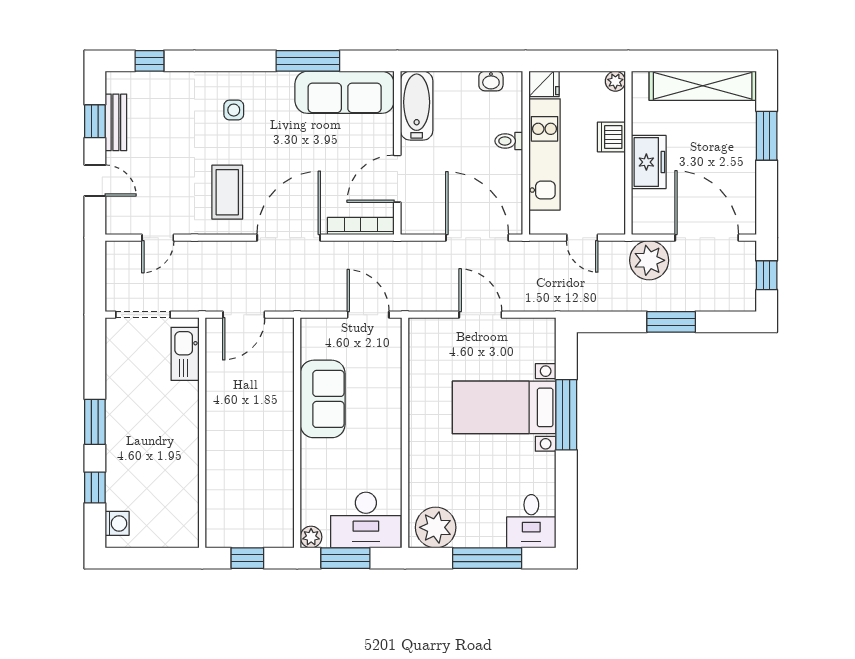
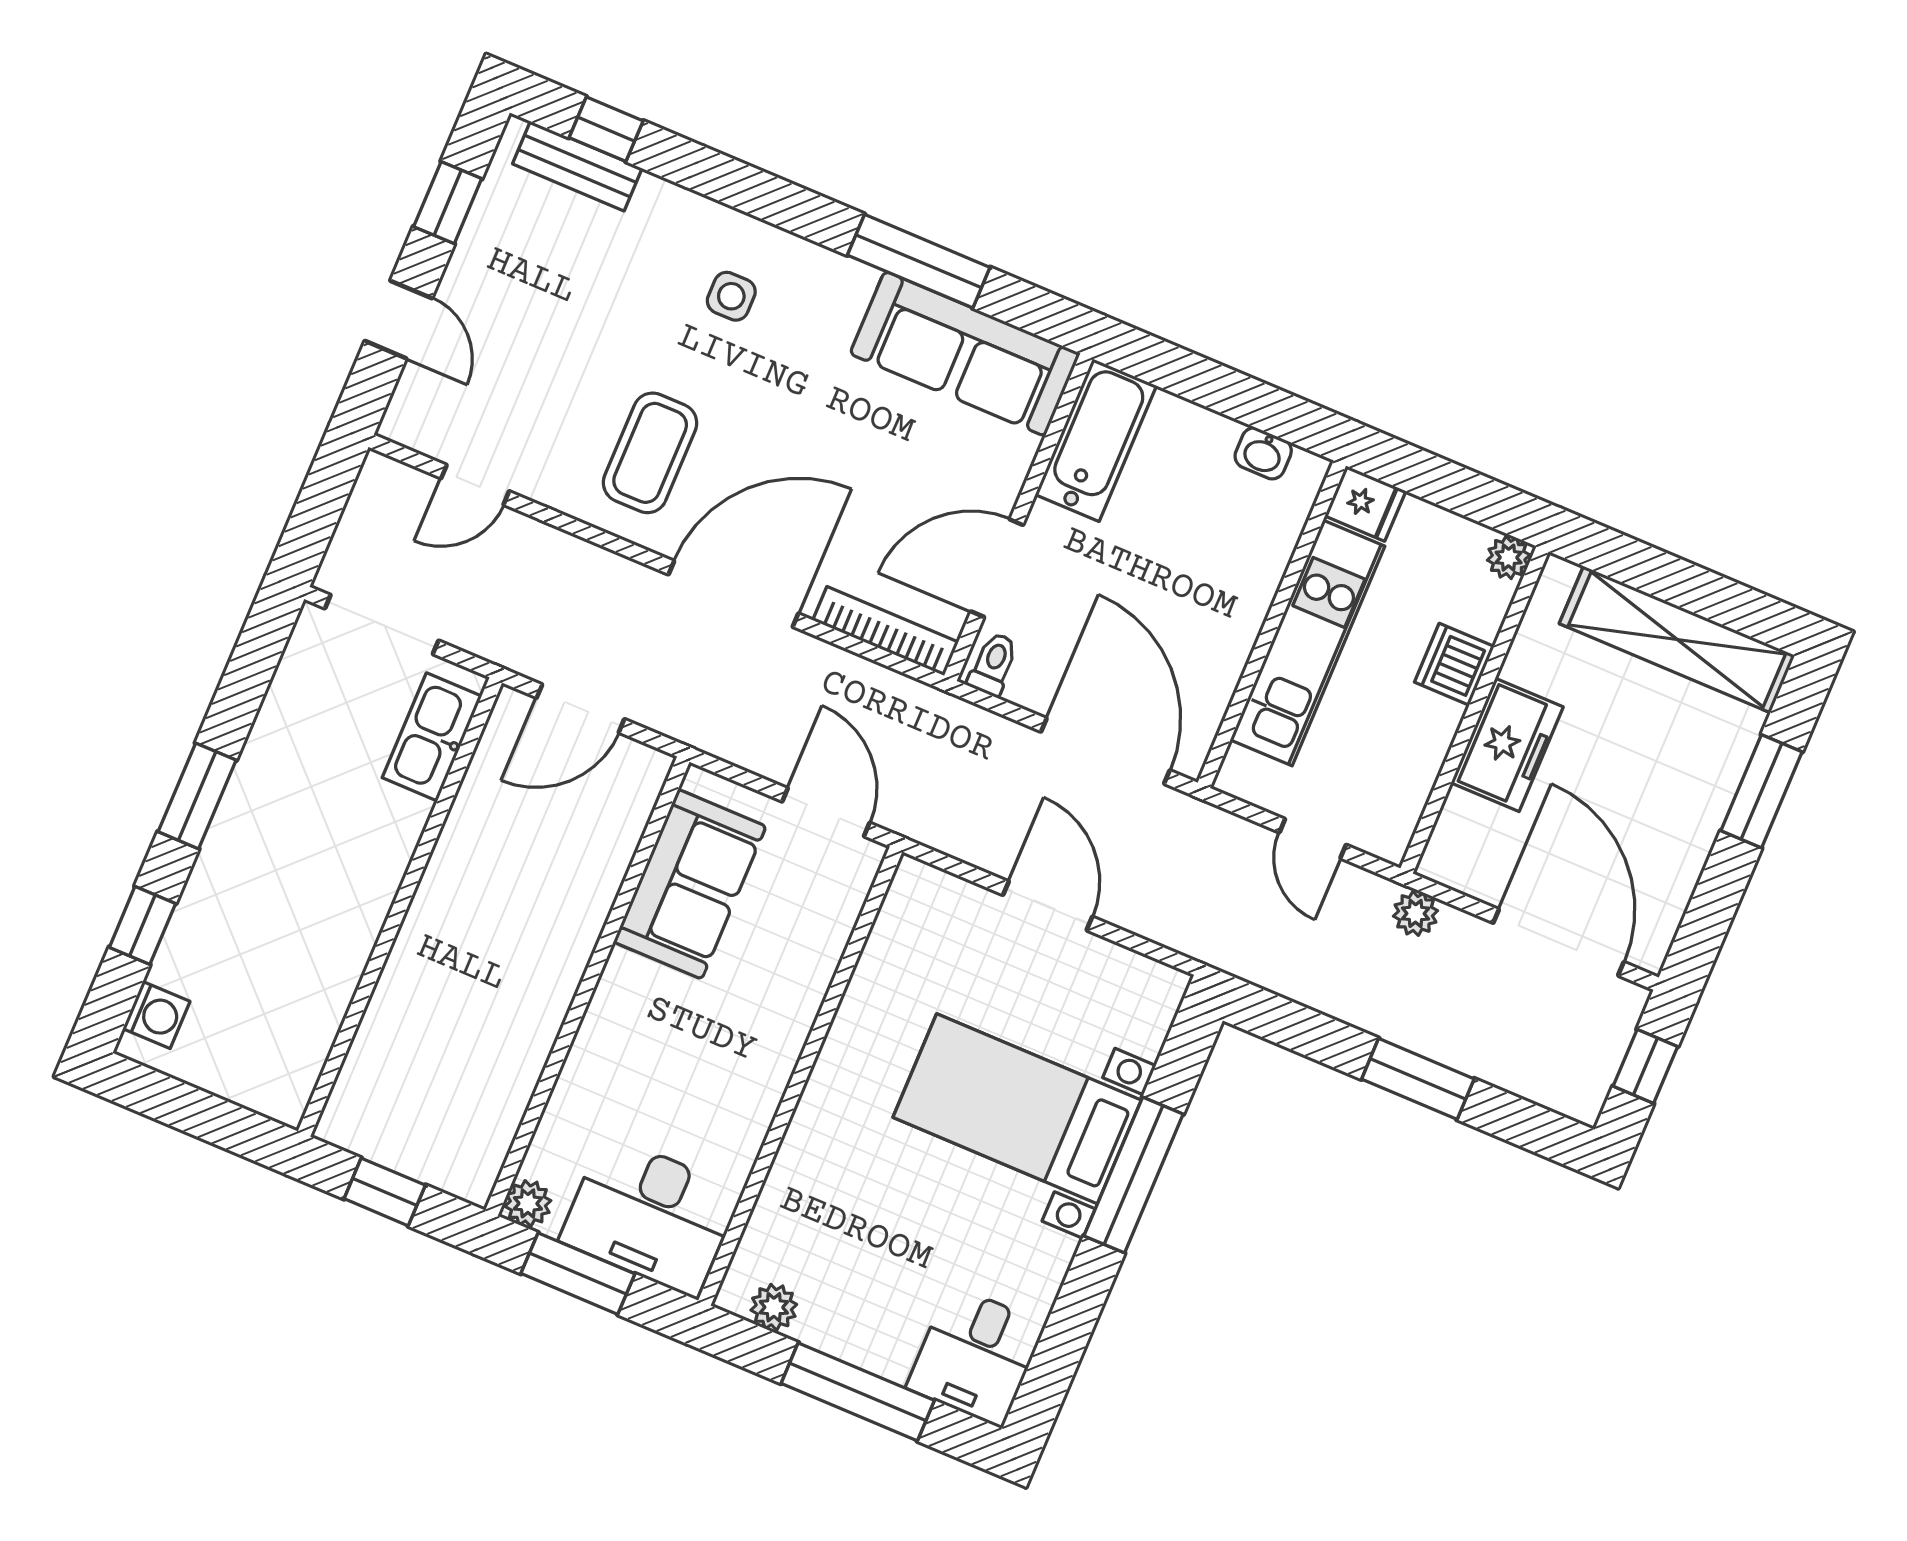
bench: (116, 122) -> (577, 166), moved, turned 90
toilet: (509, 141) -> (993, 664), moved, turned 90
plant: (649, 260) -> (1416, 913), width x0.53, depth x0.53
sofa: (323, 399) -> (690, 884), moved
plant: (436, 527) -> (774, 1307), width x0.53, depth x0.53

